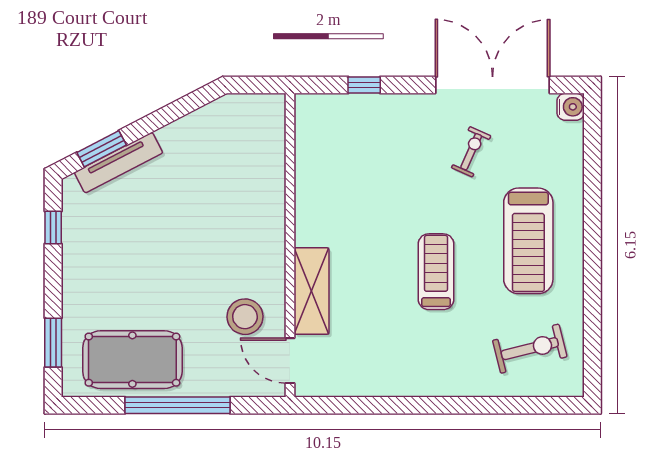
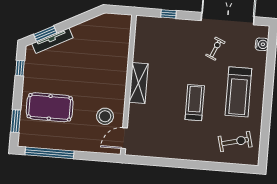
water cooler: (571, 107) -> (262, 44), moved
shelving: (311, 291) -> (139, 83), moved
pool table: (132, 360) -> (50, 107), moved
door: (290, 361) -> (124, 138), hinge flipped
window: (177, 405) -> (49, 153), moved

